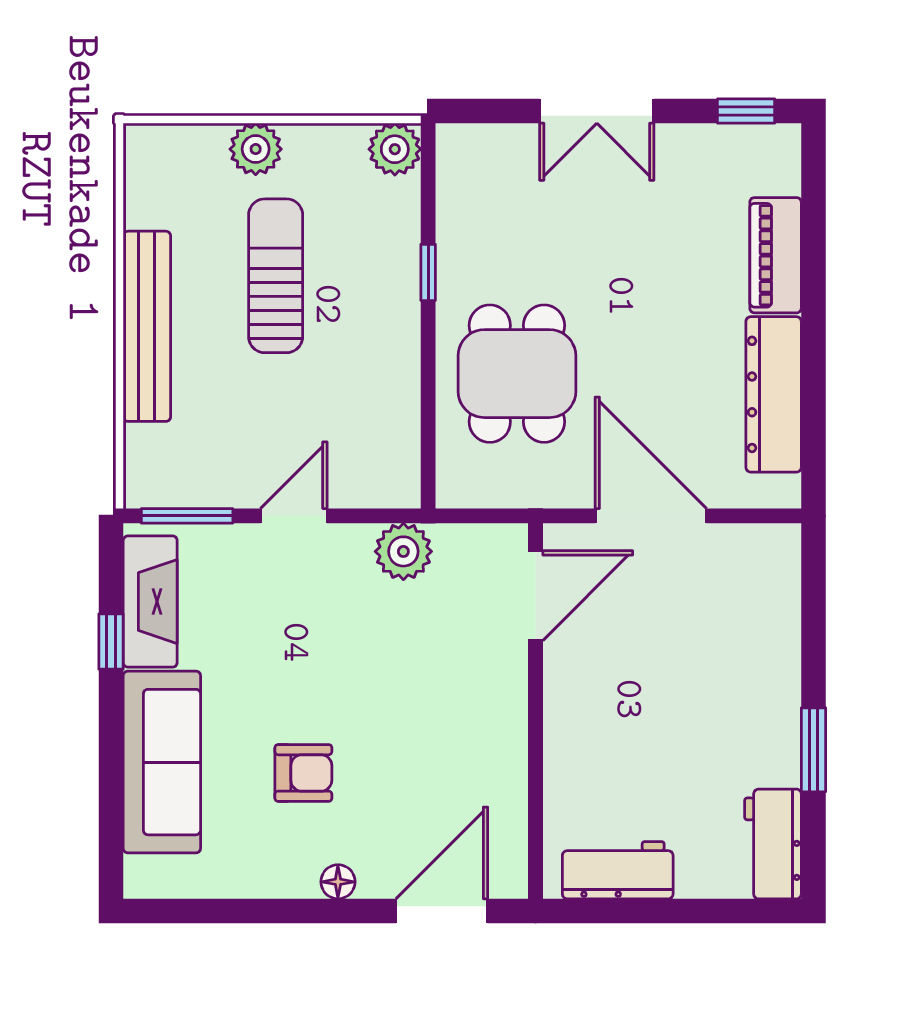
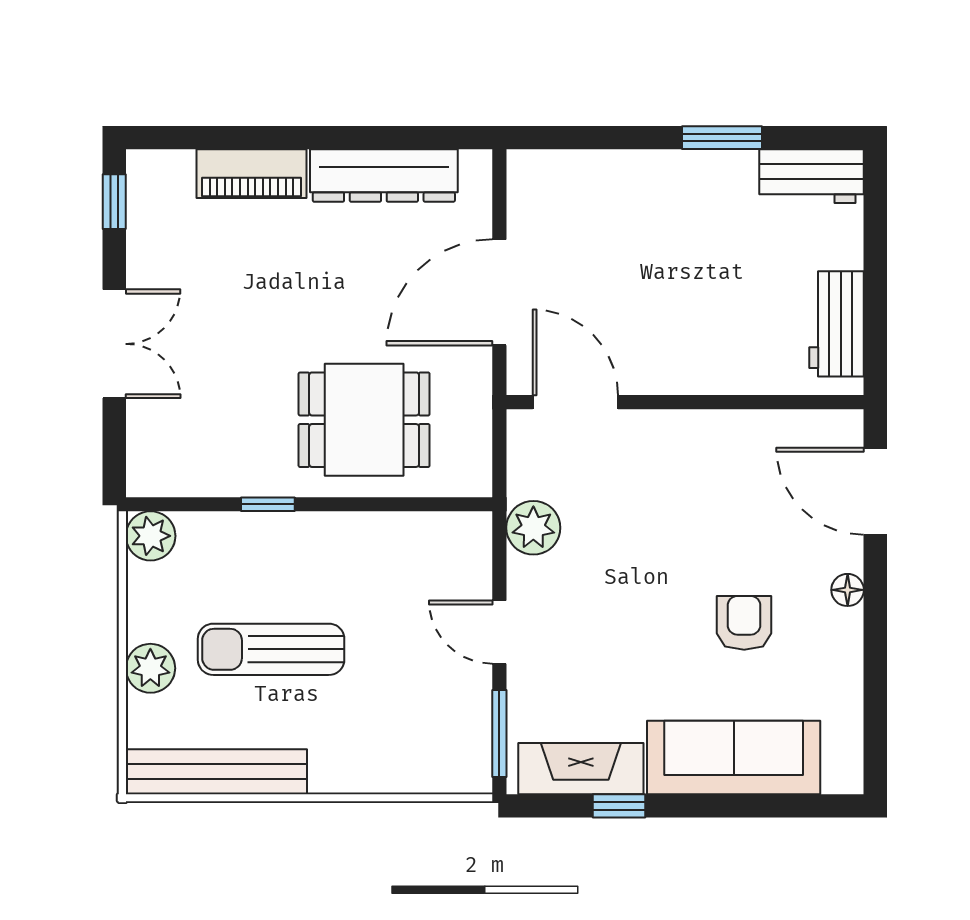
bench: (147, 326) -> (216, 772), moved

